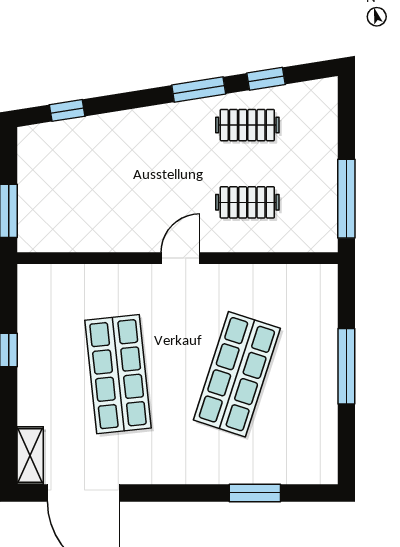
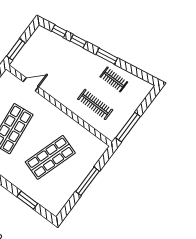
window: (266, 79) -> (78, 41), moved
clothes rail: (247, 202) -> (95, 104), width x1.36
door: (180, 258) -> (31, 84), moved

